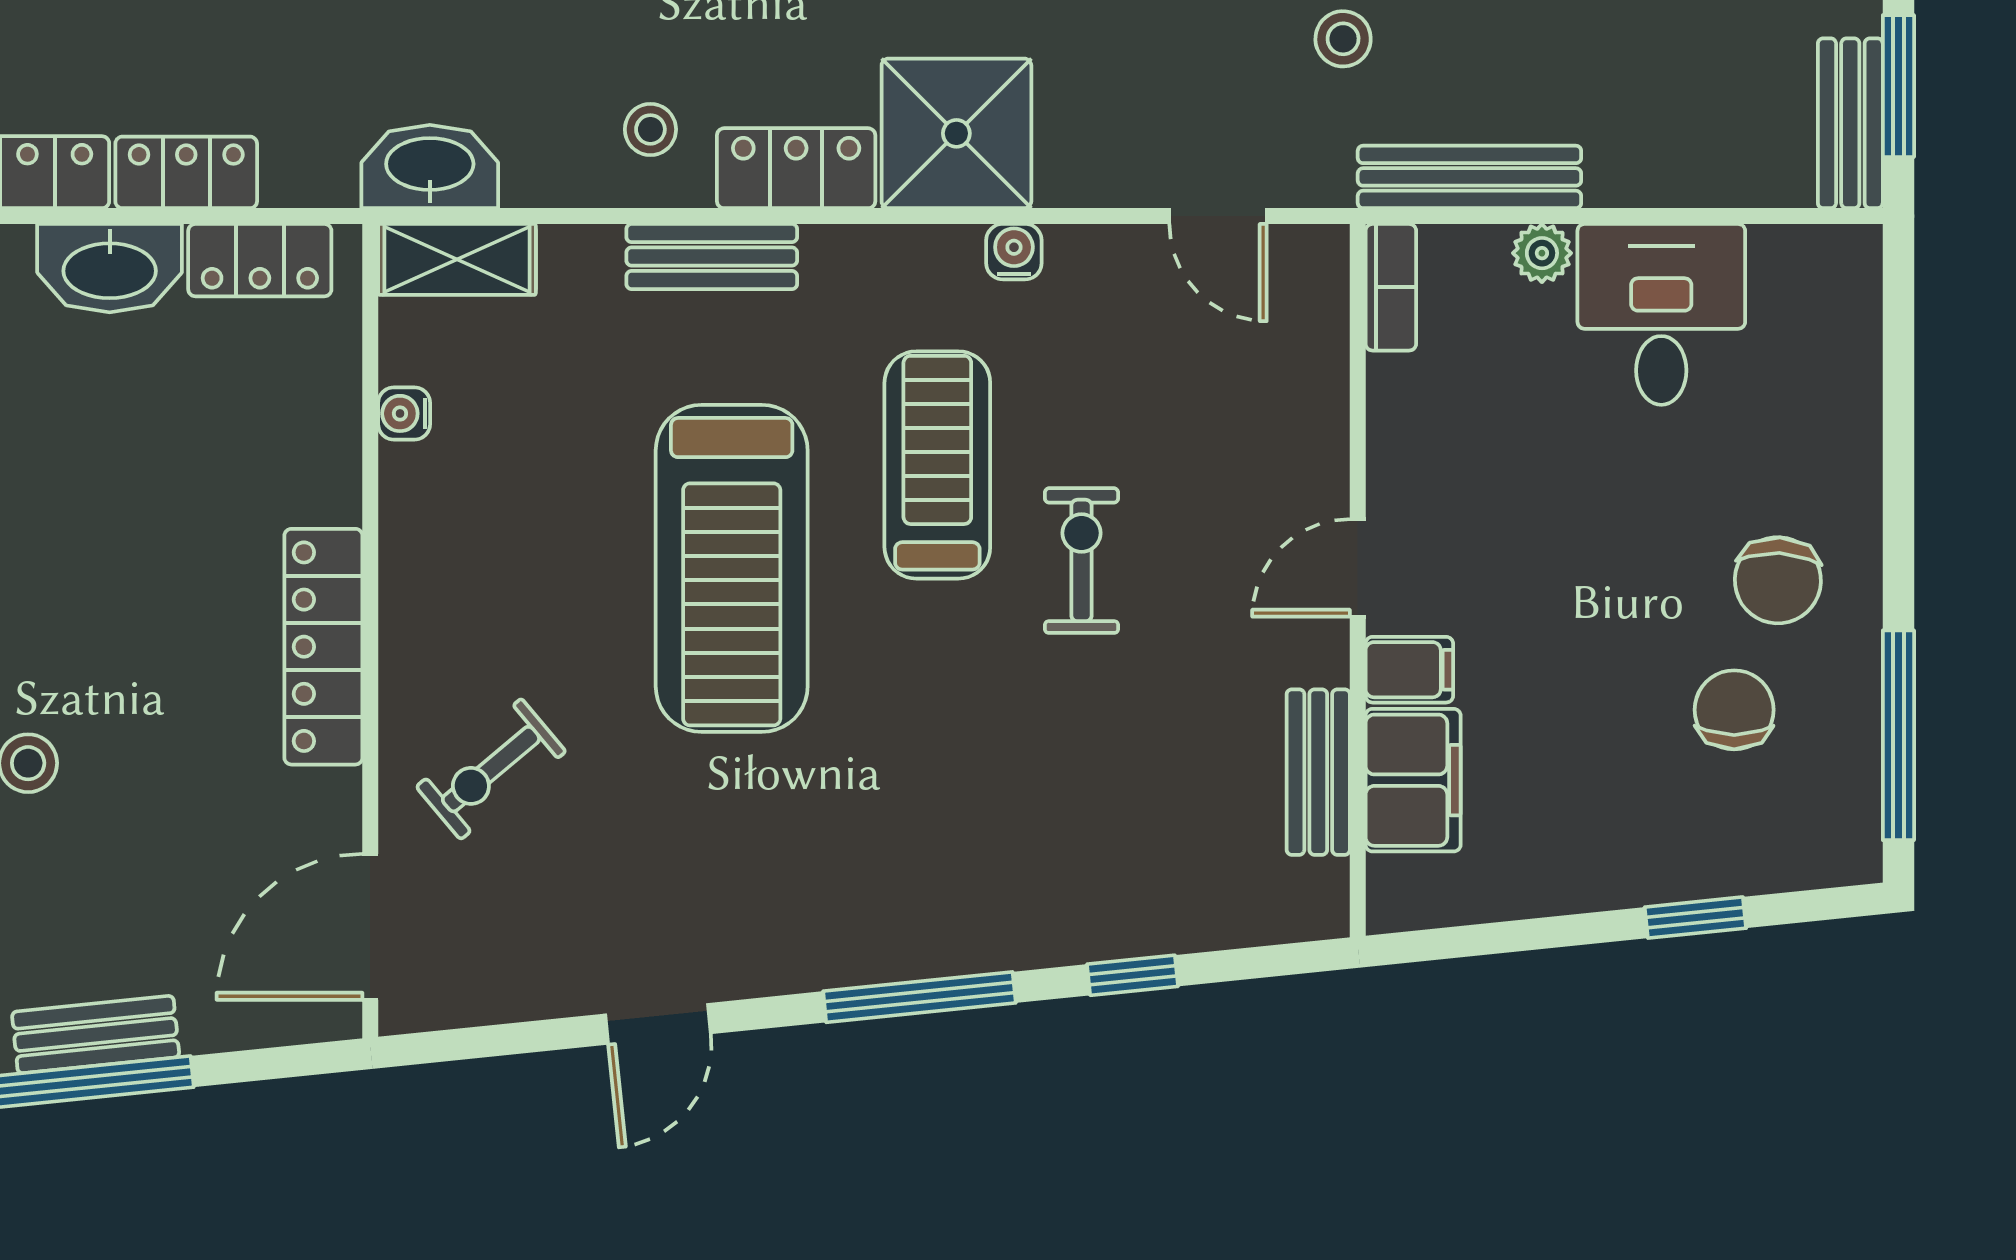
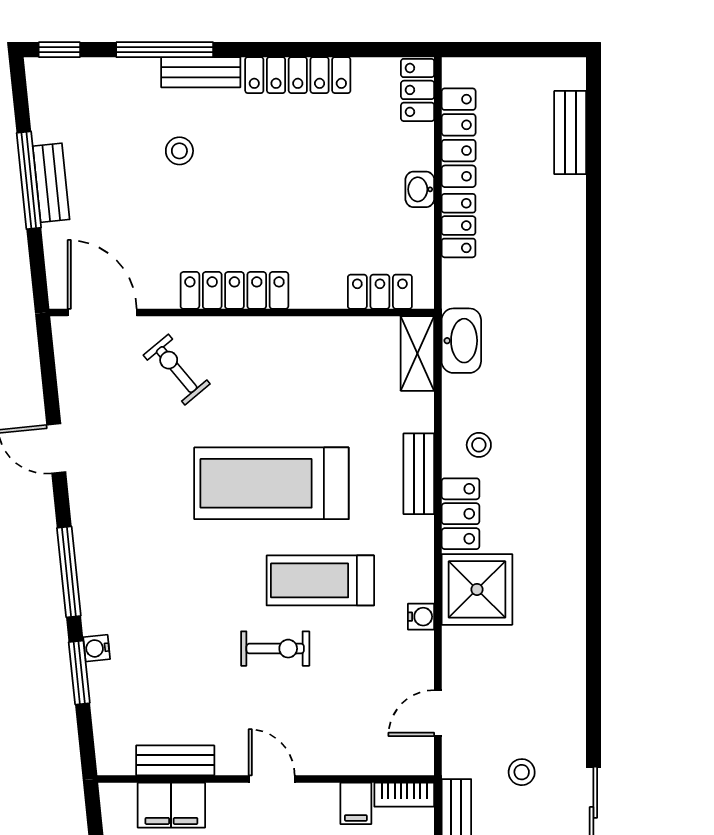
locker: (260, 260) -> (380, 292), moved, turned 90
washbasin: (110, 268) -> (420, 189), width x0.52, depth x0.69
water cooler: (404, 413) -> (97, 648), moved, turned -96
treadmill: (937, 465) -> (320, 580), turned 180
filing cabinet: (1409, 670) -> (356, 803), moved
window: (1133, 975) -> (79, 673), width x1.50

